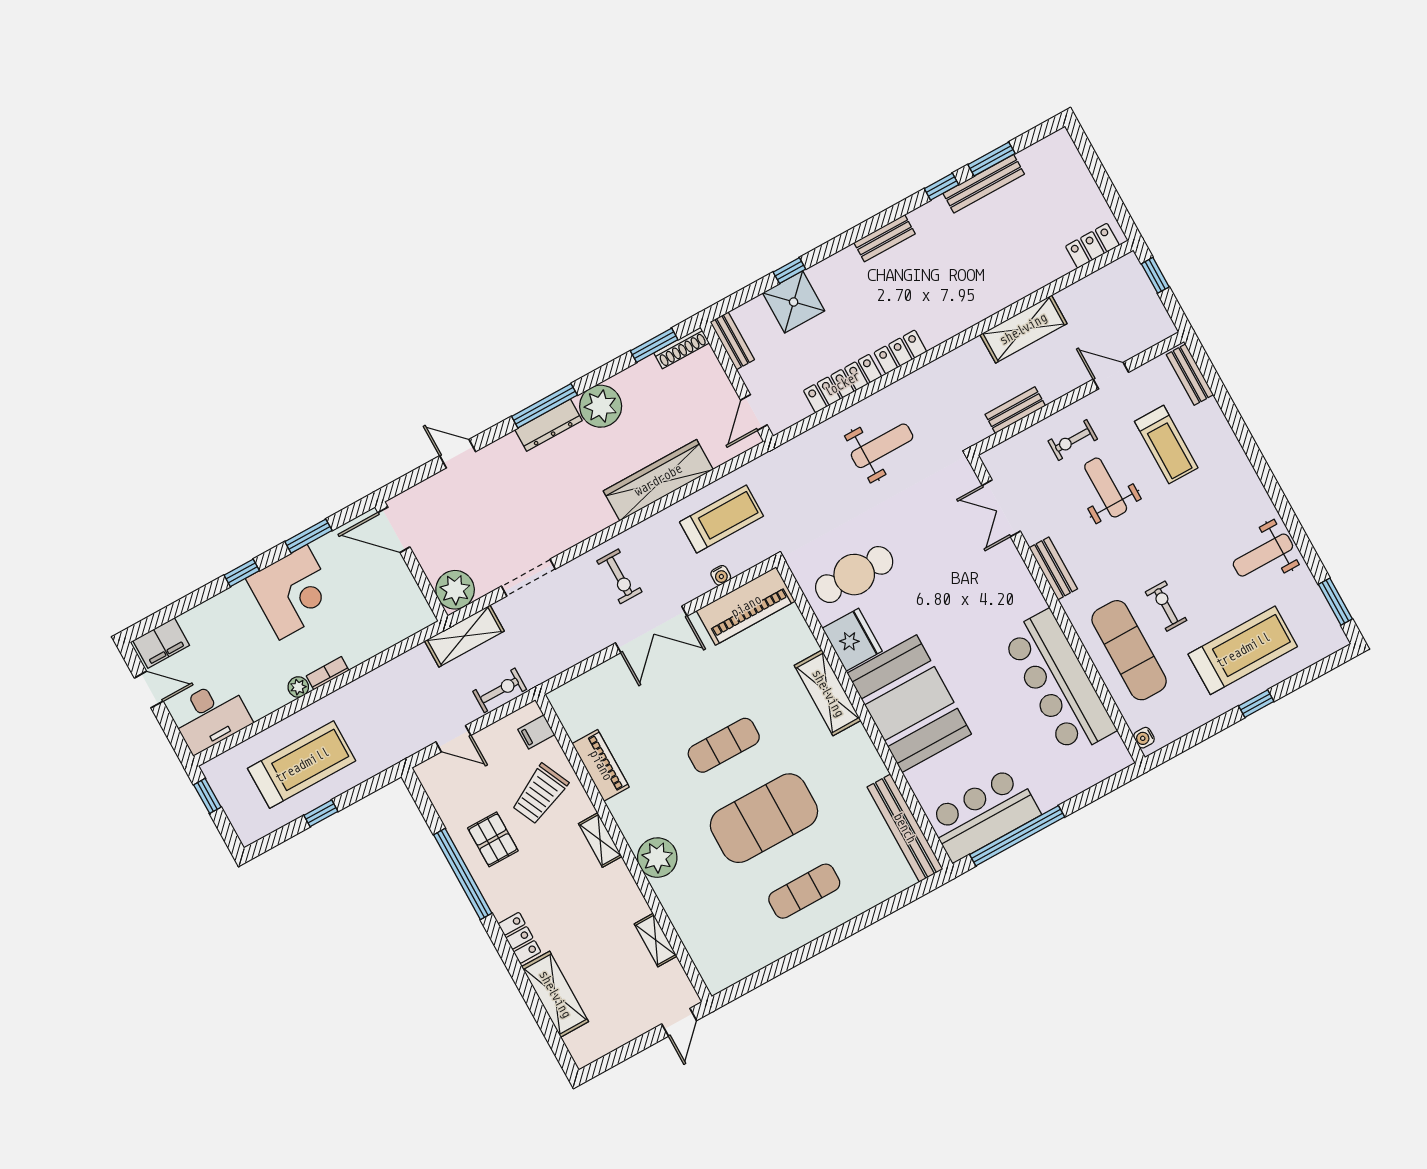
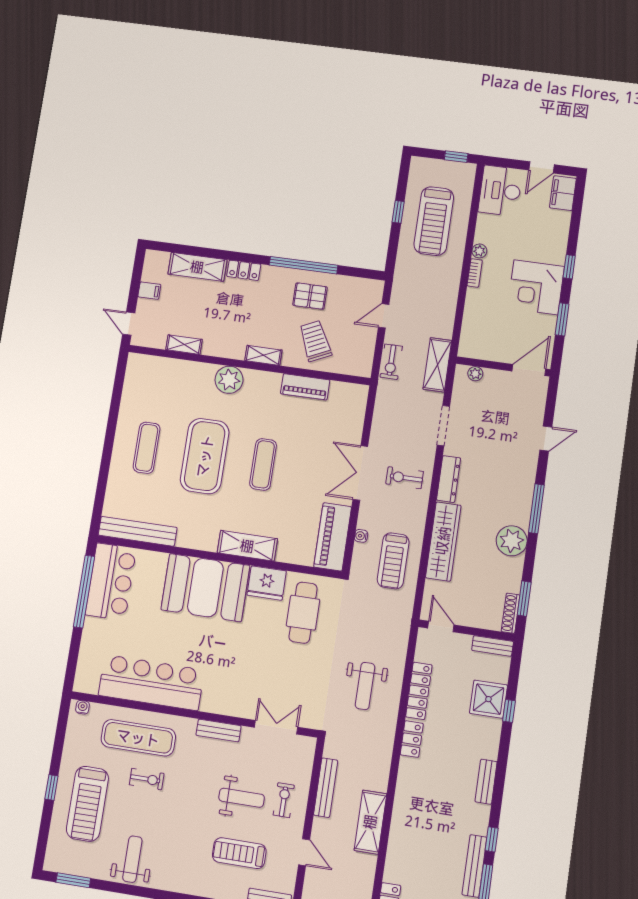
door: (1111, 376) -> (304, 852), hinge flipped
bench: (1015, 410) -> (326, 788), width x1.36
dresser: (548, 425) -> (449, 479), moved, turned 180
plant: (455, 590) -> (475, 374), width x0.53, depth x0.53
filing cabinet: (536, 732) -> (149, 291), moved, turned 90

